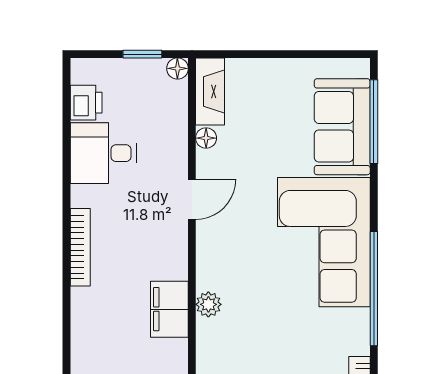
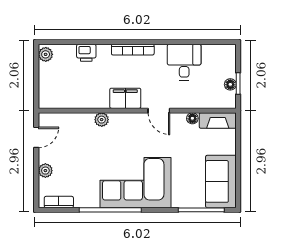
floor lamp: (177, 68) -> (230, 84), moved
printer: (86, 103) -> (86, 53), moved
sofa: (342, 127) -> (221, 181), moved, turned -90
filing cabinet: (169, 309) -> (125, 98), moved

